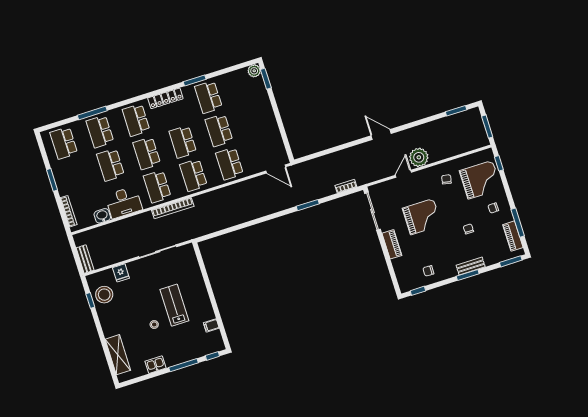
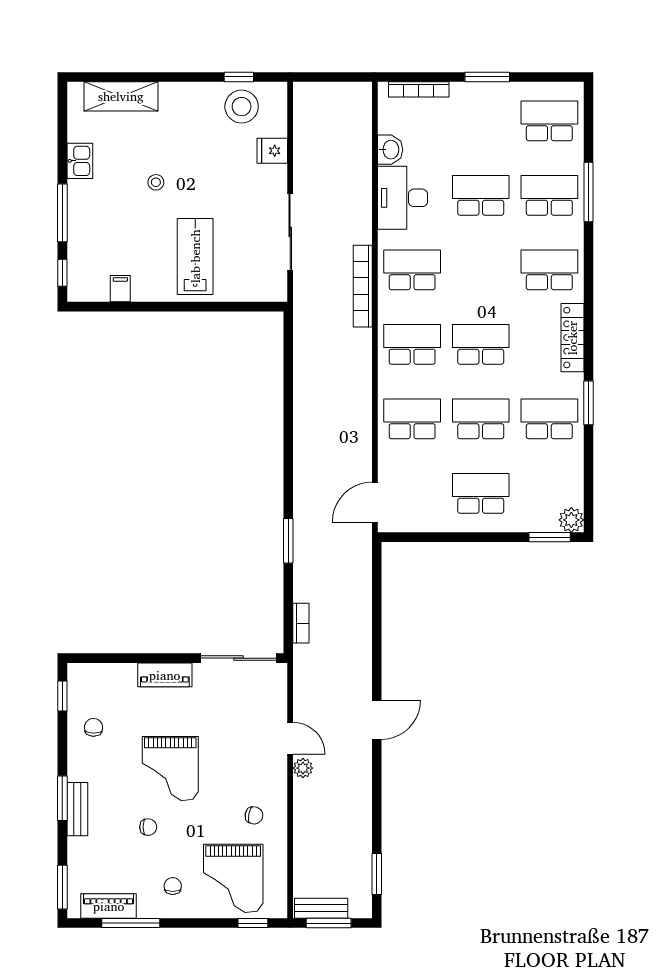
school desk: (147, 153) -> (481, 493), moved
plant: (419, 157) -> (303, 768), width x0.53, depth x0.53
grand piano: (422, 217) -> (170, 769), moved
bench: (85, 259) -> (321, 908), moved
lab bench: (174, 305) -> (195, 256), moved, turned -90

